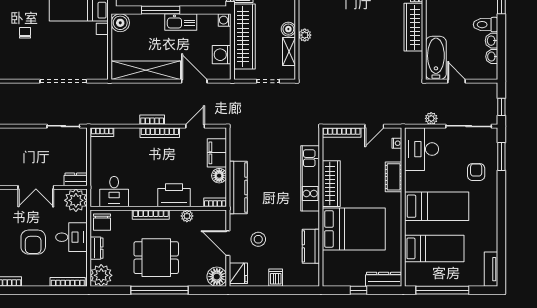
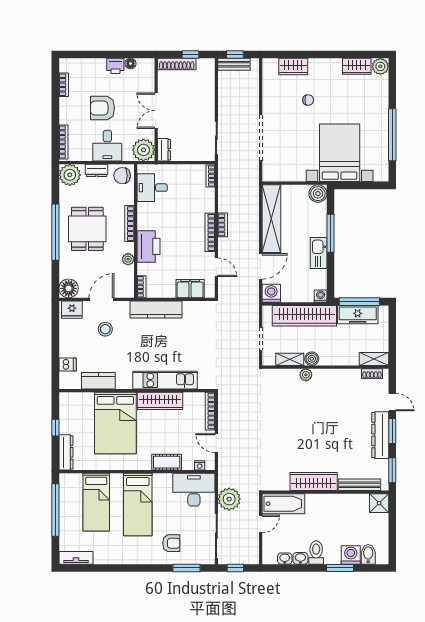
washing machine: (222, 55) -> (271, 293), moved
plant: (431, 118) -> (229, 499), width x1.87, depth x1.87
floor lamp: (219, 176) -> (168, 291), removed
dishwasher: (276, 278) -> (68, 365), moved

